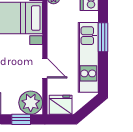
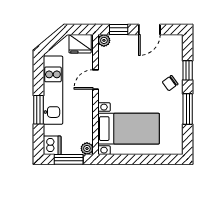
door: (45, 68) -> (95, 79), hinge flipped
plant: (31, 103) -> (104, 40), width x0.53, depth x0.53

